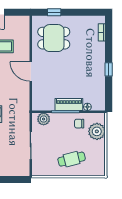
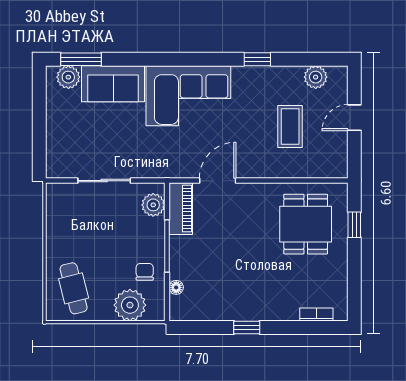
door: (31, 71) -> (218, 181), moved
piano: (69, 104) -> (181, 209), moved
cafe table: (72, 159) -> (74, 288), moved

